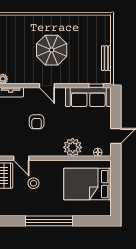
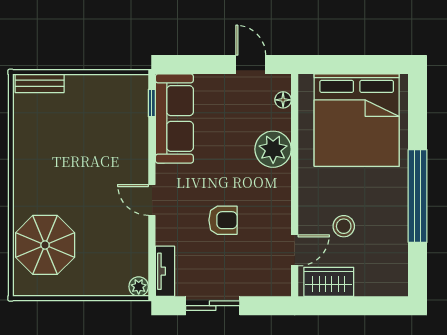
parasol: (52, 50) -> (45, 245), moved
bench: (106, 58) -> (40, 83), moved
door: (47, 86) -> (152, 200), swing flipped
bed: (87, 184) -> (357, 120), width x1.36

